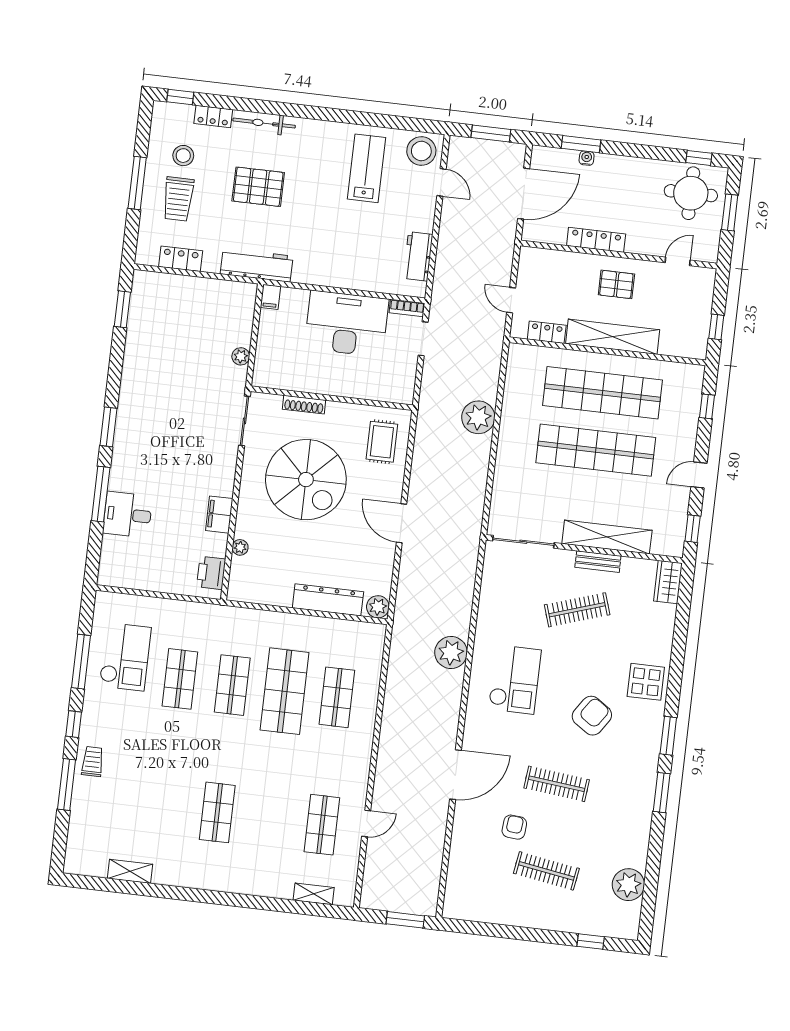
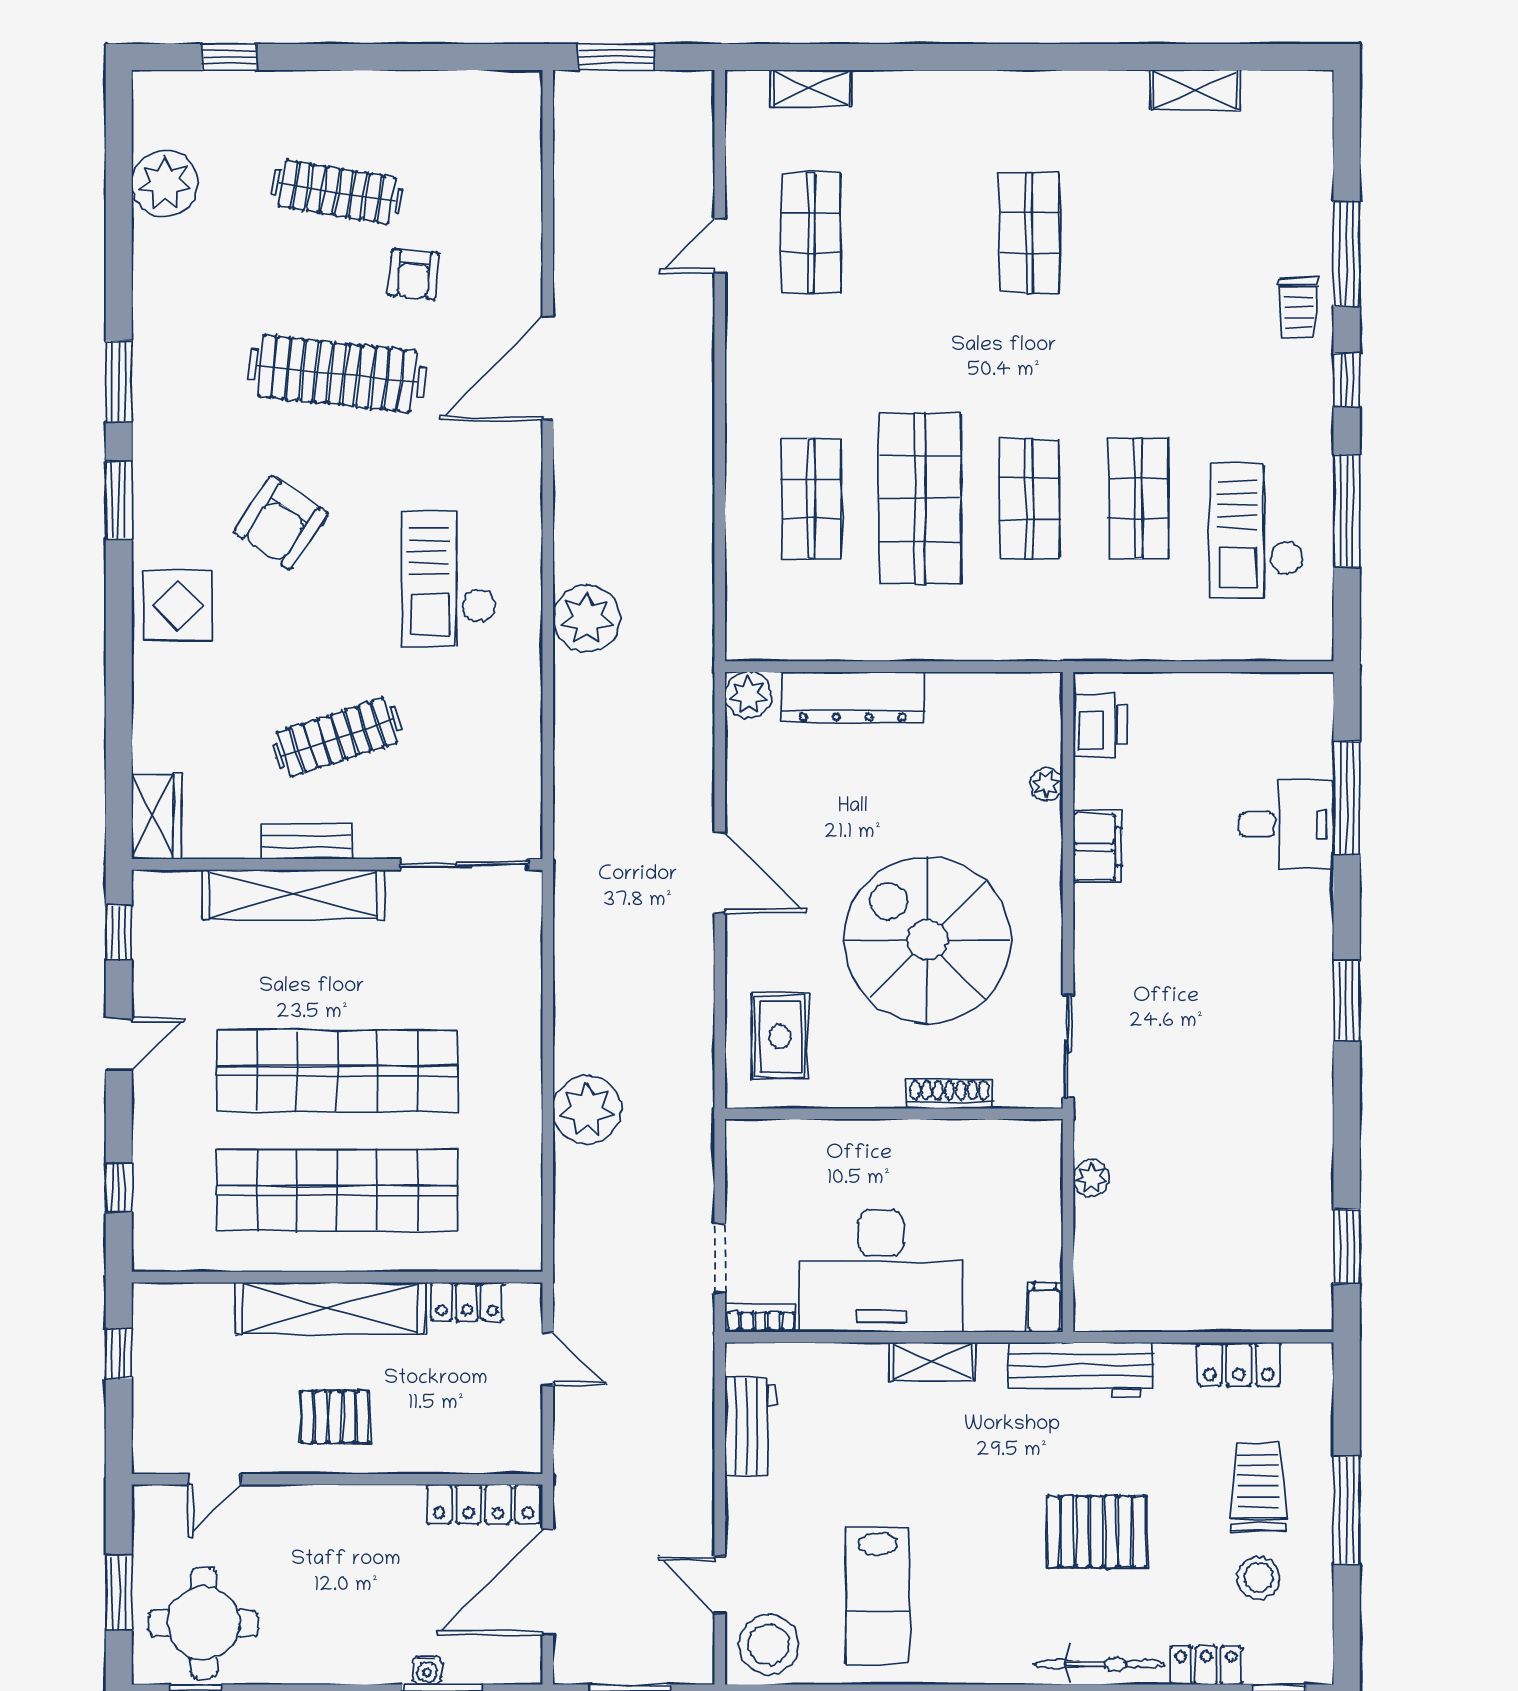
locker: (596, 240) -> (483, 1504), moved
shelving: (327, 277) -> (933, 1362), added
window: (101, 494) -> (1347, 798), moved
clothes rail: (557, 784) -> (337, 374), width x1.37, depth x1.31

